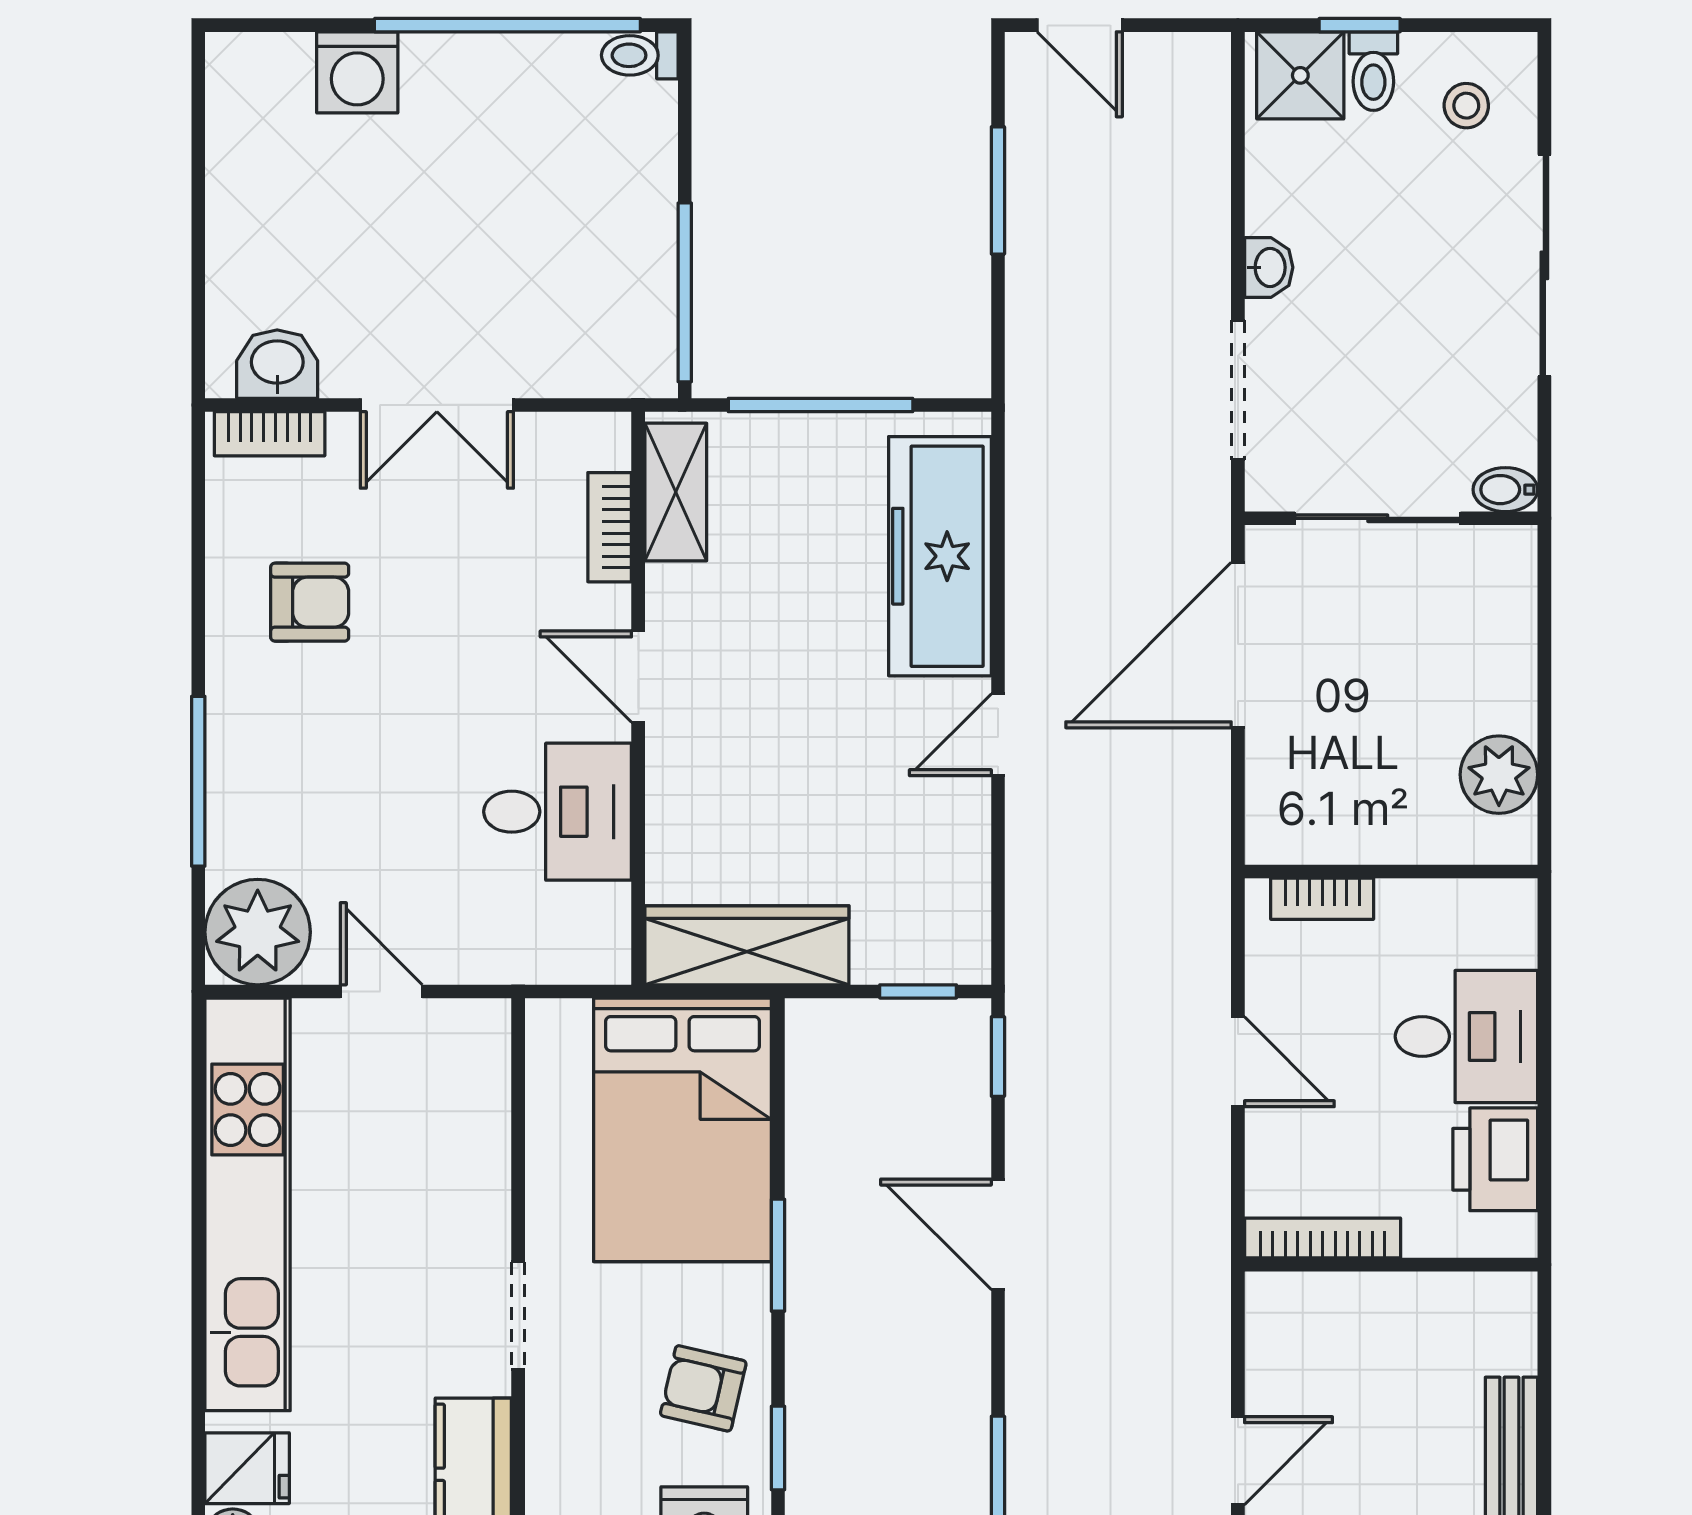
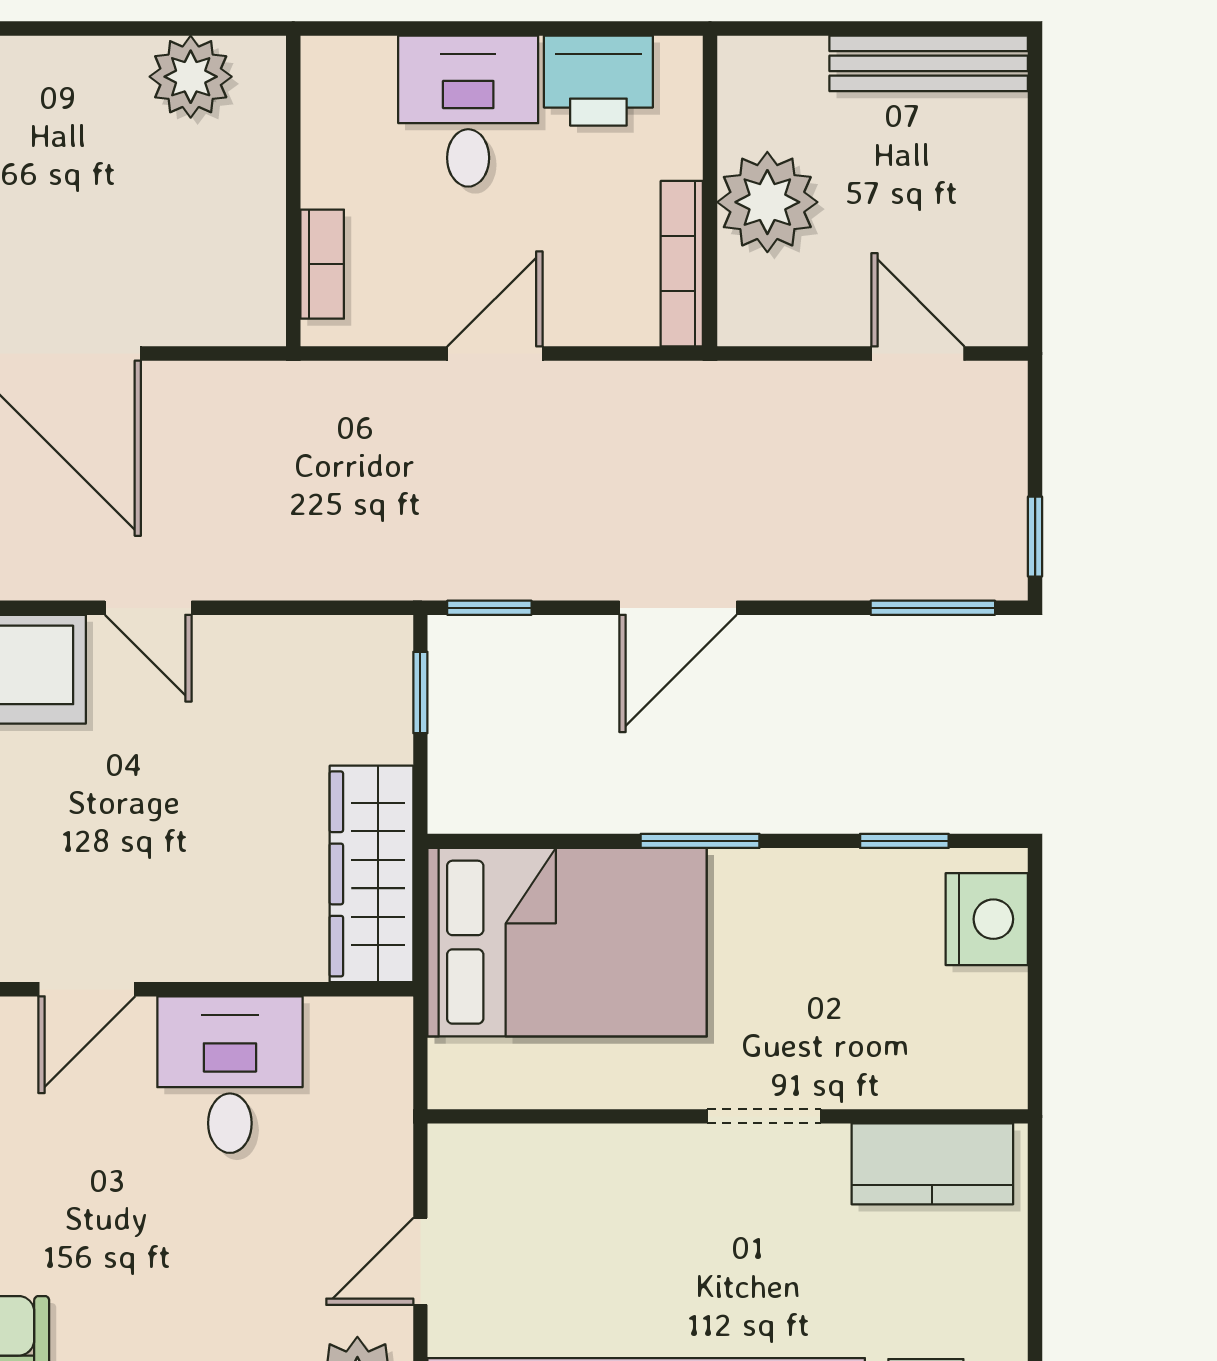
plant: (1381, 1319) -> (767, 202), added
armchair: (703, 1388) -> (841, 920), removed

